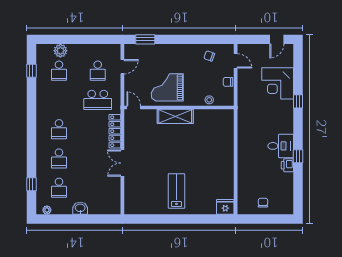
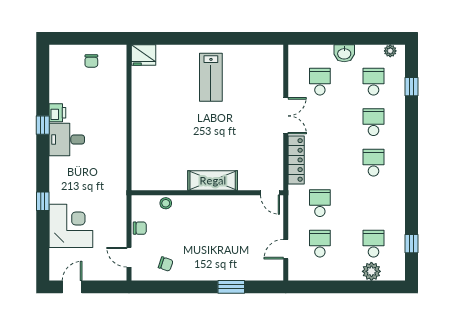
window: (145, 39) -> (231, 287), moved
grand piano: (167, 87) -> (224, 221), removed
school desk: (98, 100) -> (320, 203), width x0.54
school desk: (98, 188) -> (320, 82), added

